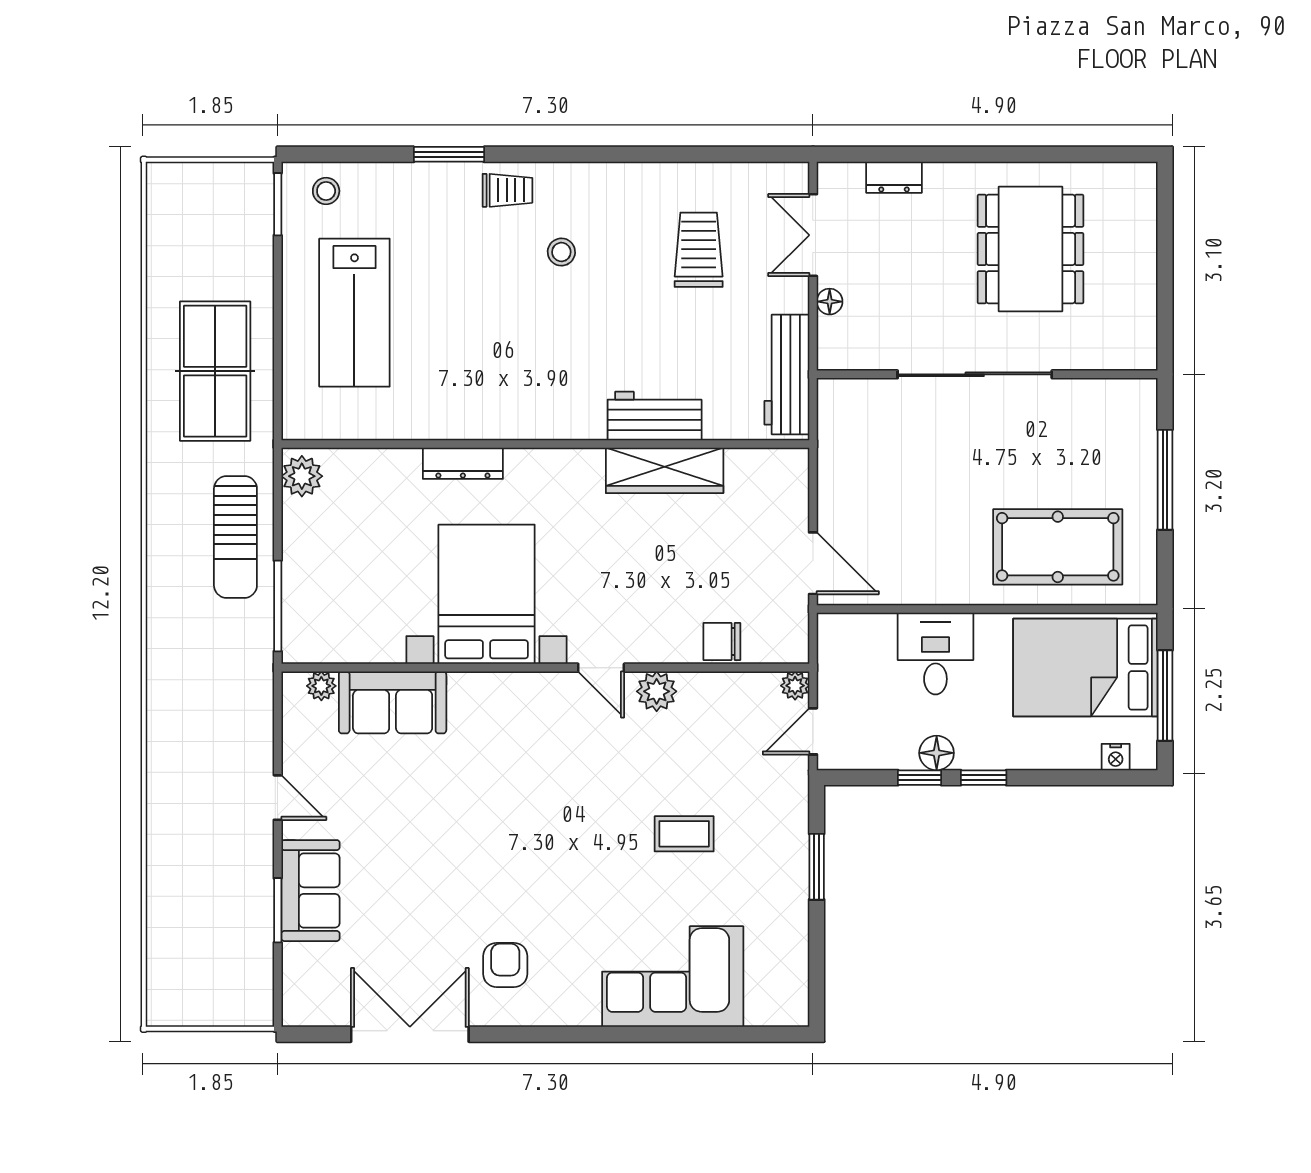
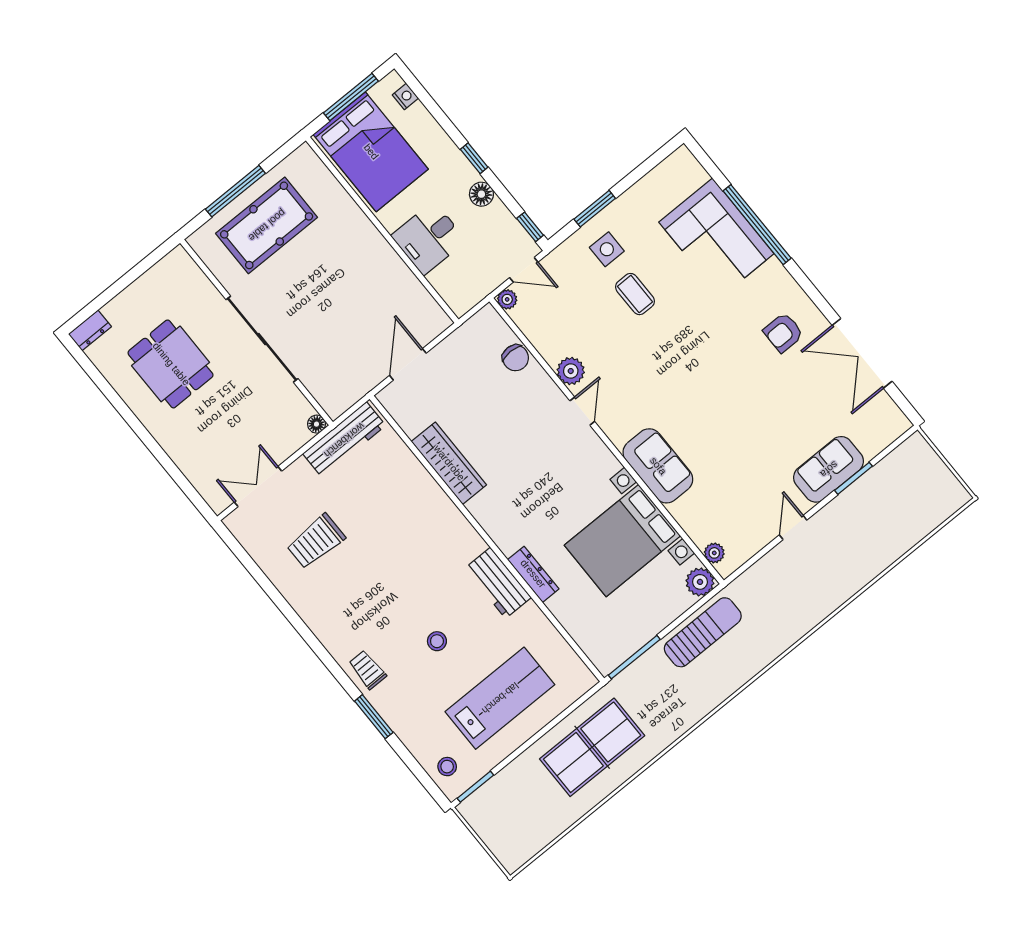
dresser: (894, 177) -> (90, 330), moved, turned 90
double door: (813, 235) -> (258, 487), swing flipped
dining table: (1031, 249) -> (171, 364), width x0.73
stool: (561, 252) -> (437, 641), moved
floor lamp: (830, 302) -> (316, 424), moved
workbench: (655, 416) -> (498, 583), moved
plant: (302, 476) -> (700, 582), moved
sun lounger: (235, 537) -> (703, 632), moved
pool table: (1058, 547) -> (267, 225), moved, turned 90
door: (813, 563) -> (408, 364), moved
bed with nightstands: (487, 594) -> (622, 541), moved
window: (278, 606) -> (634, 657), moved
sofa: (393, 702) -> (658, 466), moved
window: (920, 778) -> (530, 227), moved
side table: (760, 843) -> (607, 249), added
window: (650, 1034) -> (757, 225), added

